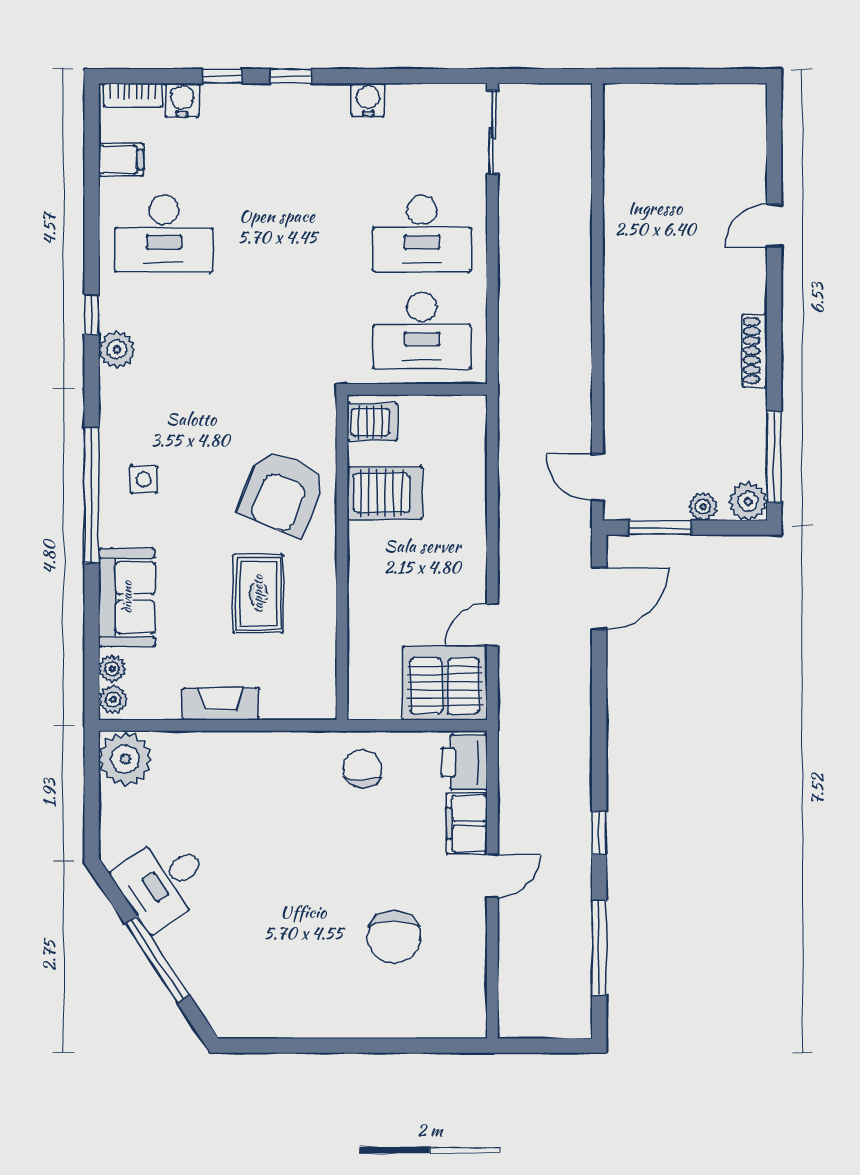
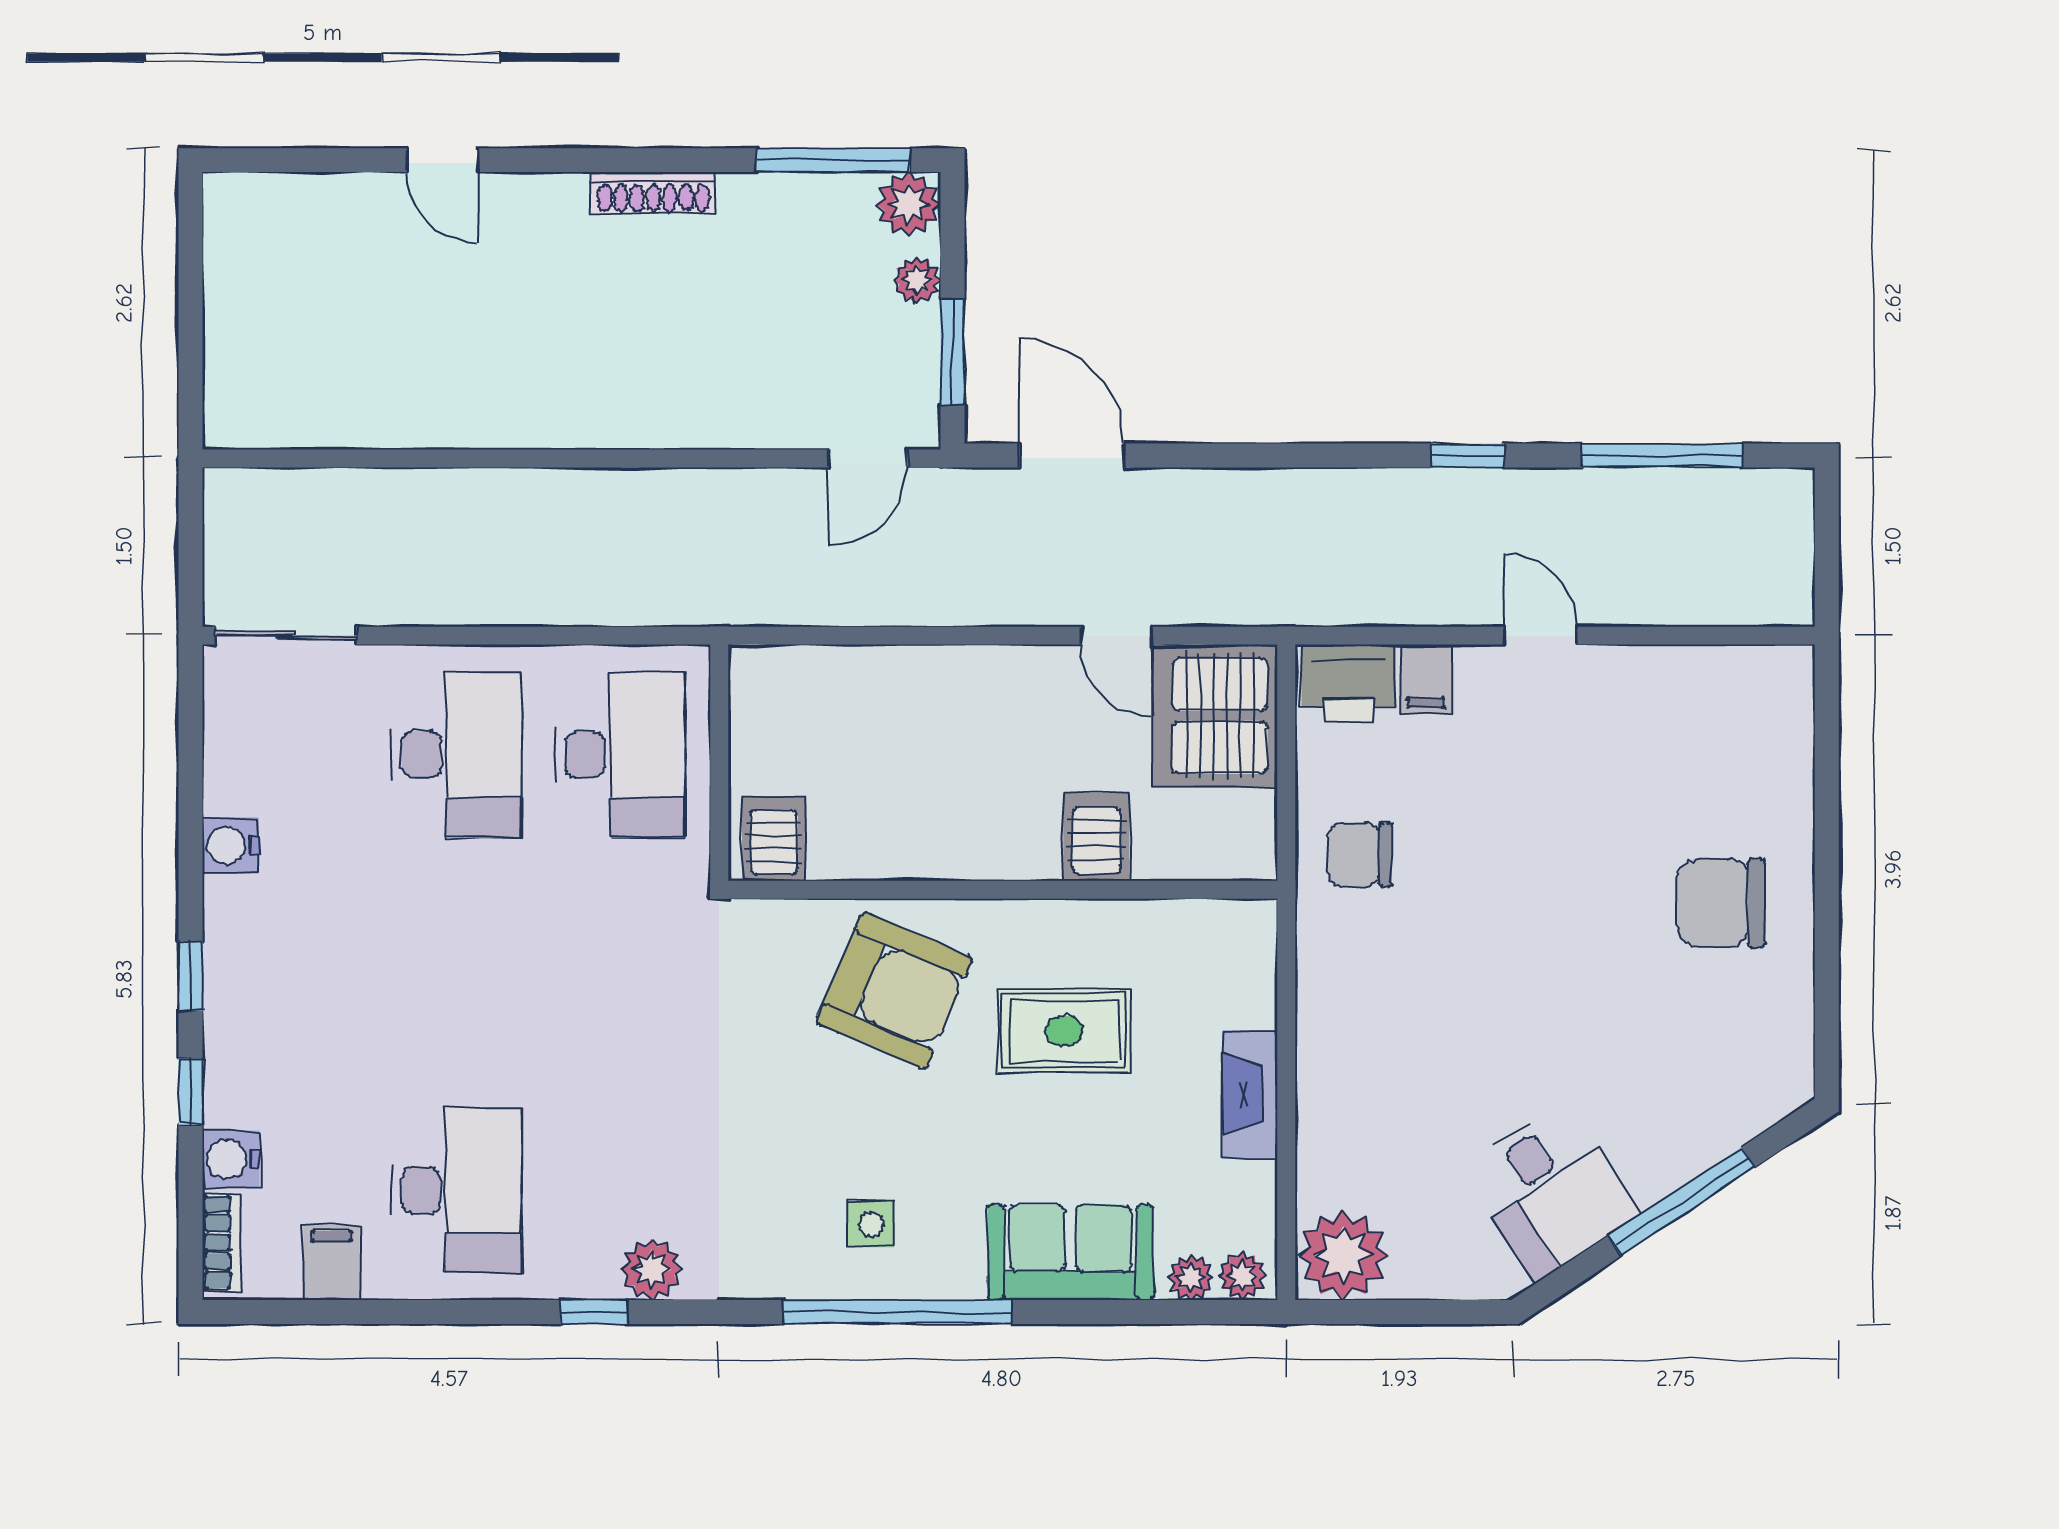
server rack: (385, 493) -> (1096, 837), moved, width x0.73, depth x0.70
filing cabinet: (467, 823) -> (1426, 679), width x0.50
chair: (394, 937) -> (1721, 903), moved, turned 180

